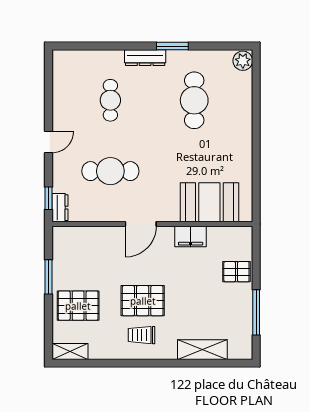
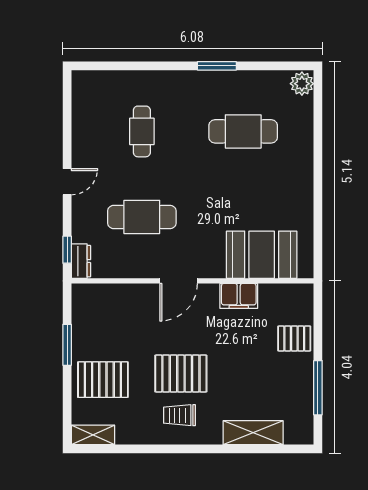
dresser: (145, 58) -> (184, 80), removed
cafe table: (194, 100) -> (243, 131), turned 90

